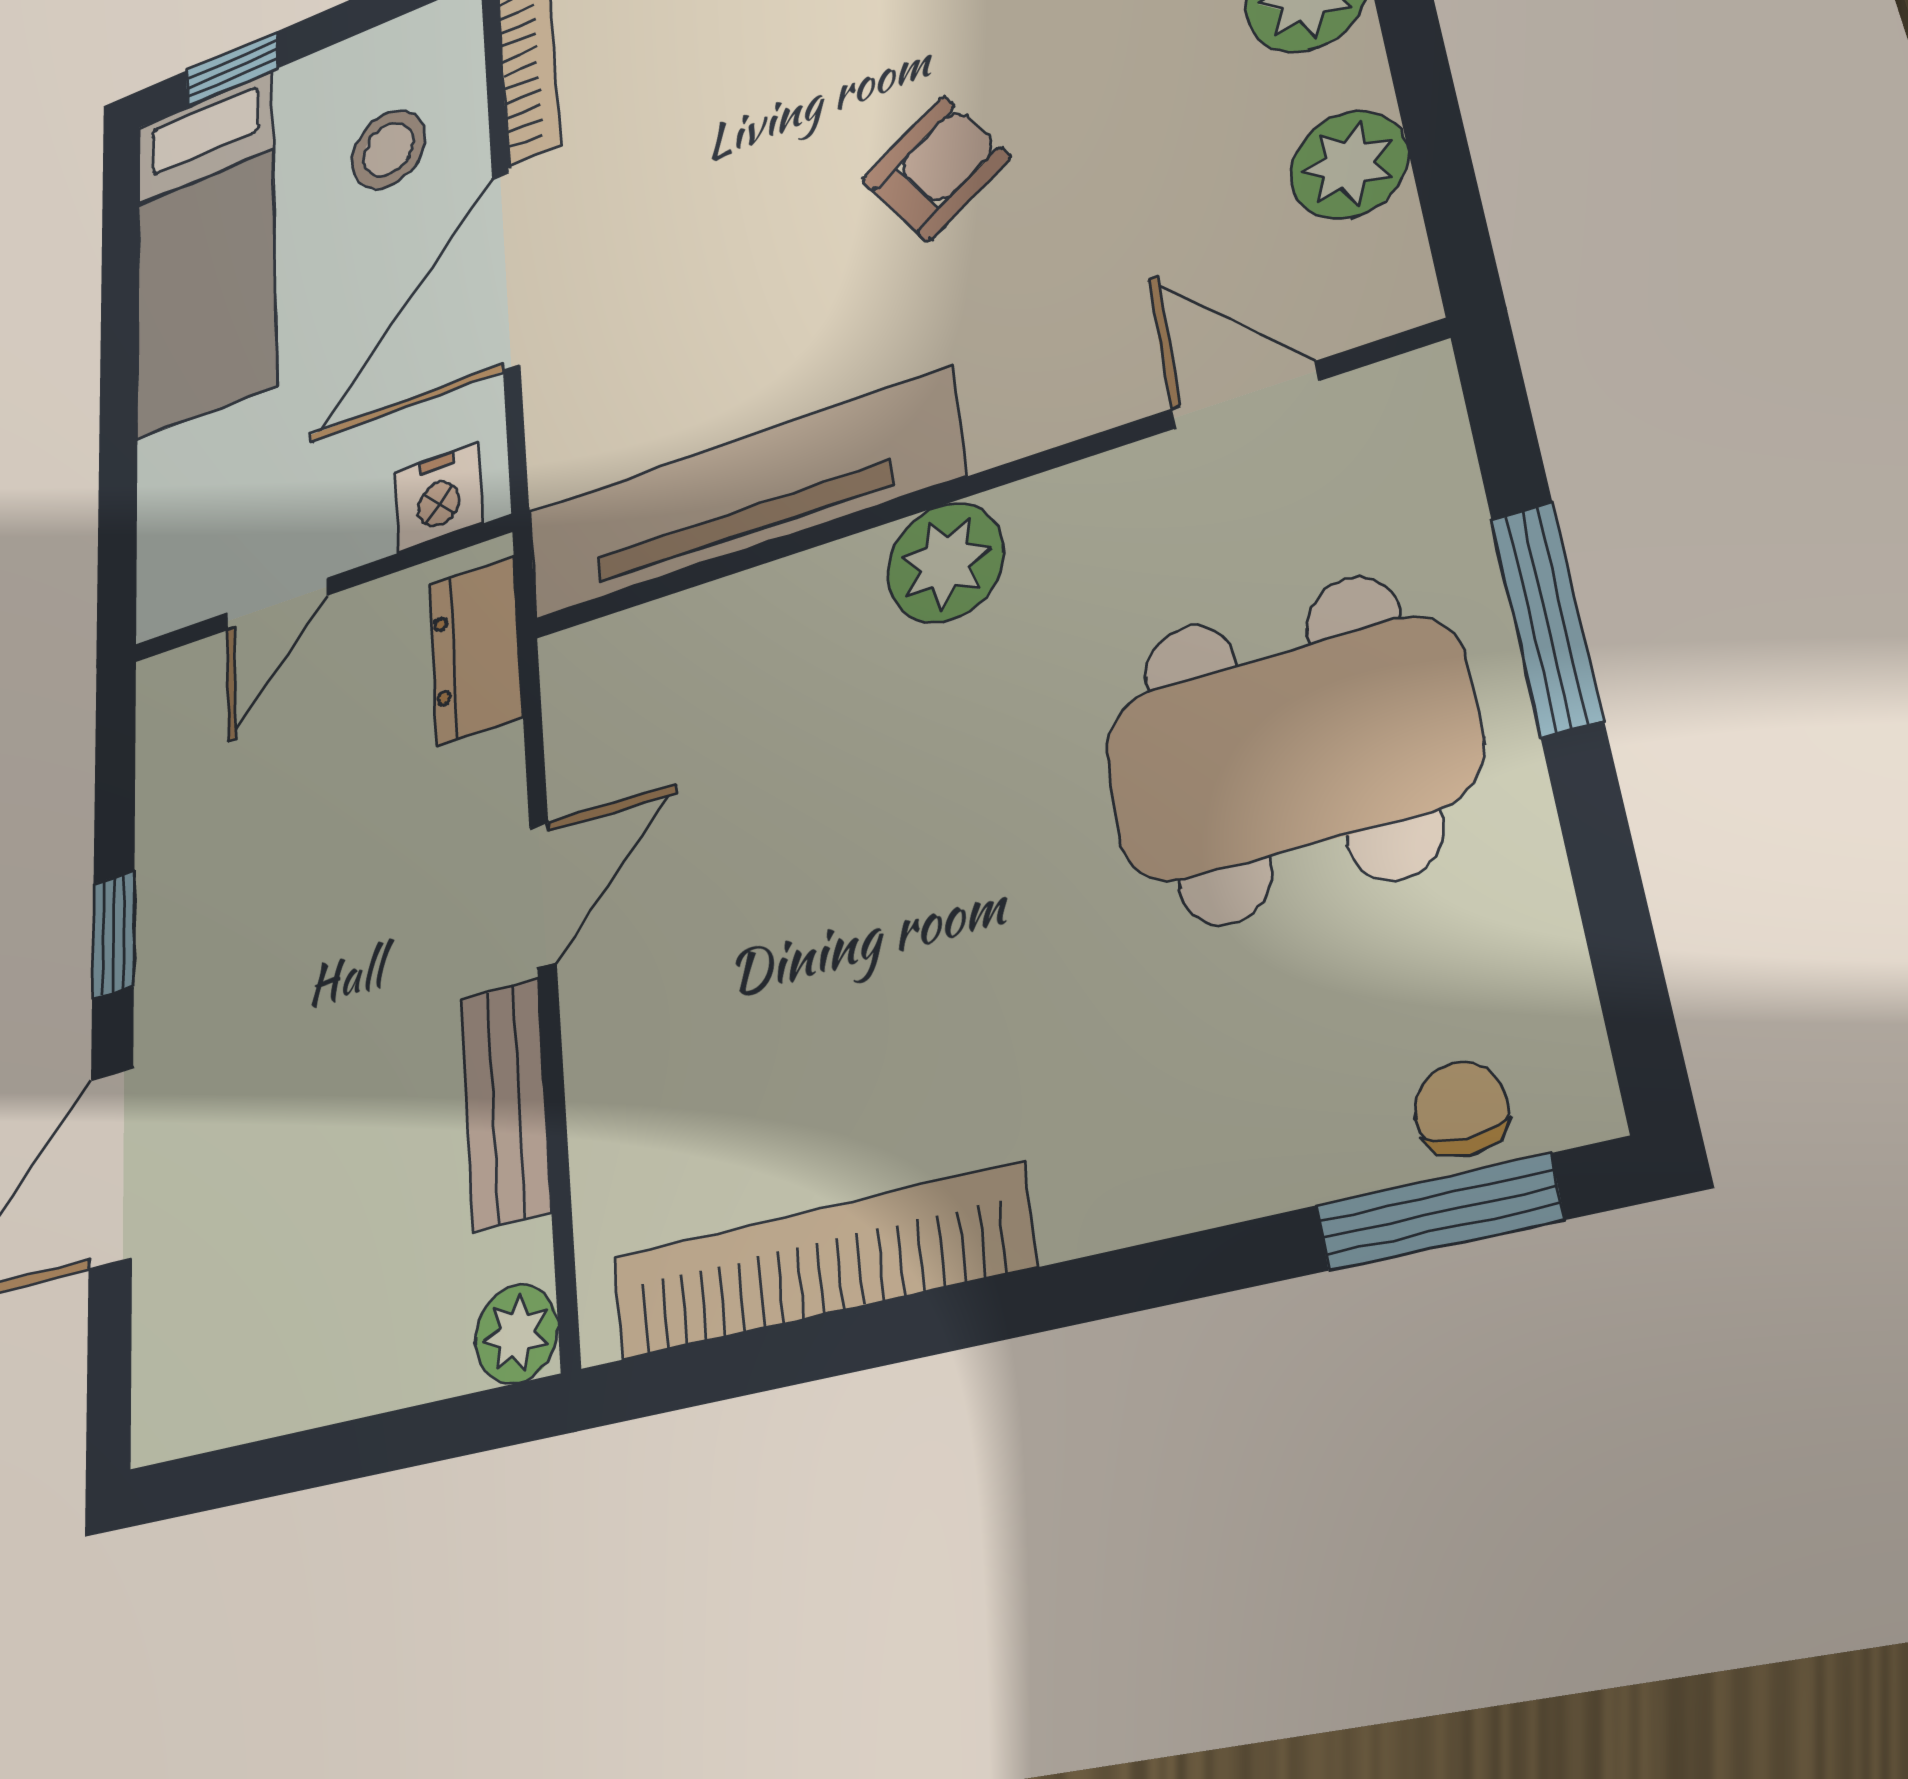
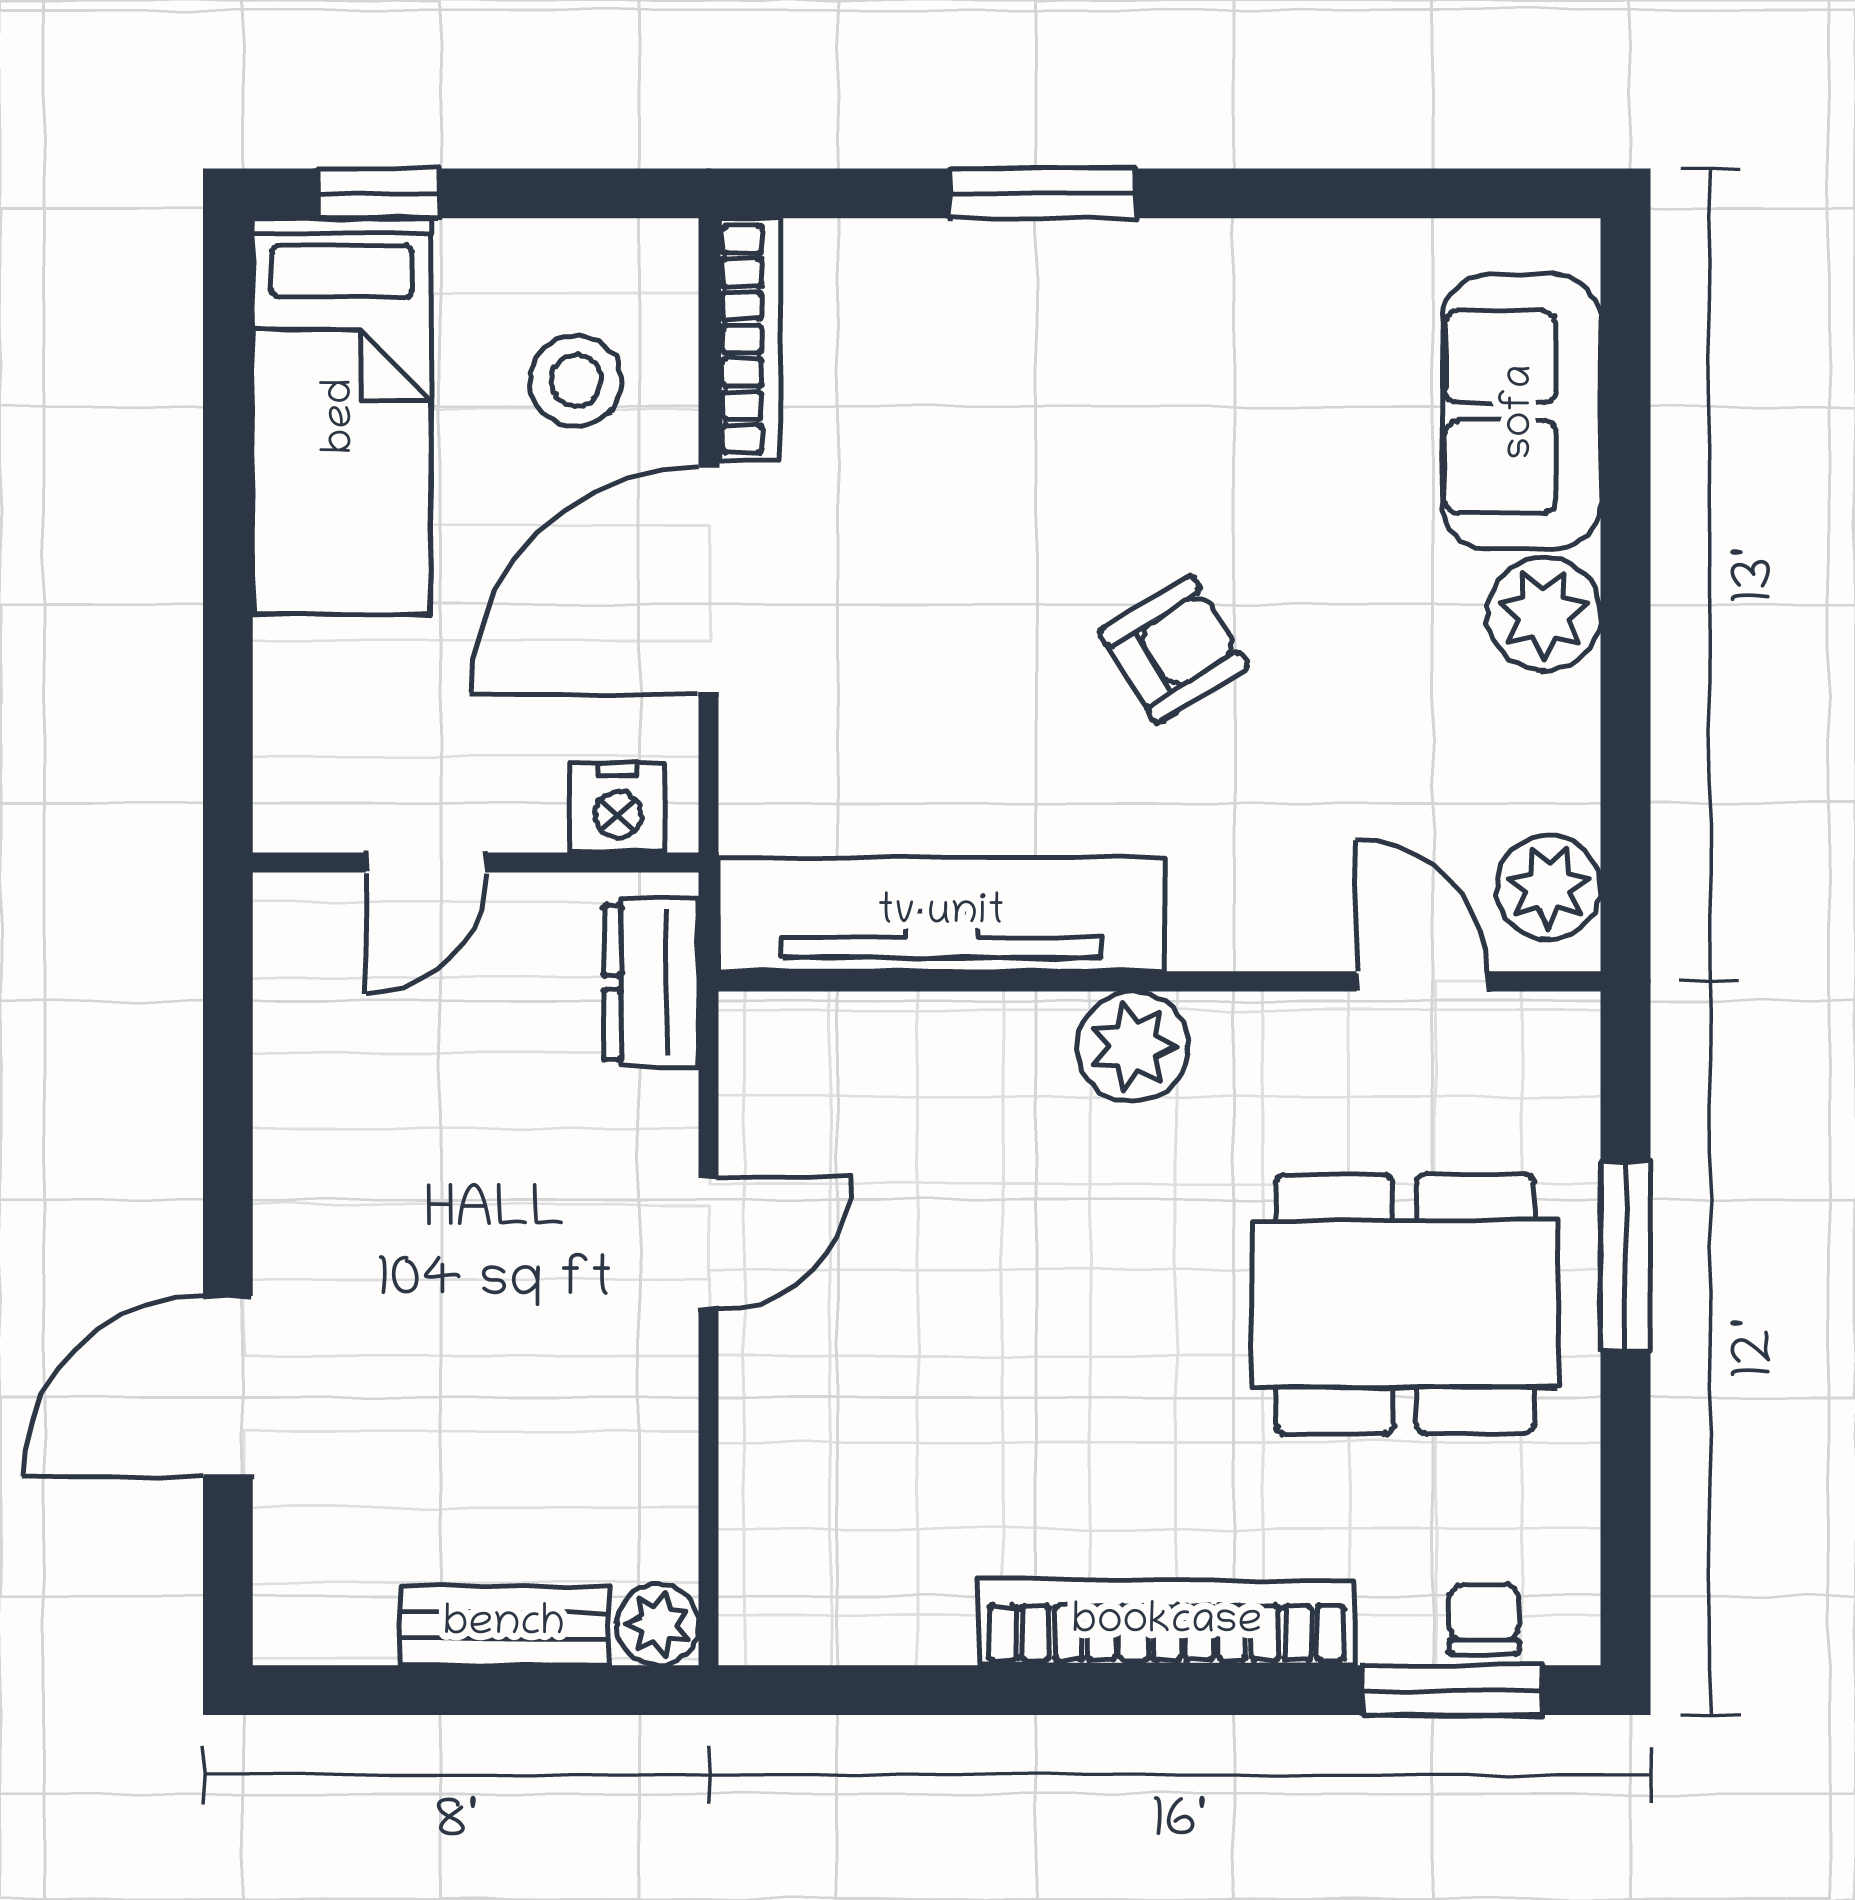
plant: (1349, 165) -> (1549, 887), moved
window: (113, 935) -> (228, 1157), removed
bench: (506, 1104) -> (504, 1625), moved, turned 90
bookcase: (819, 1262) -> (1167, 1623), moved

